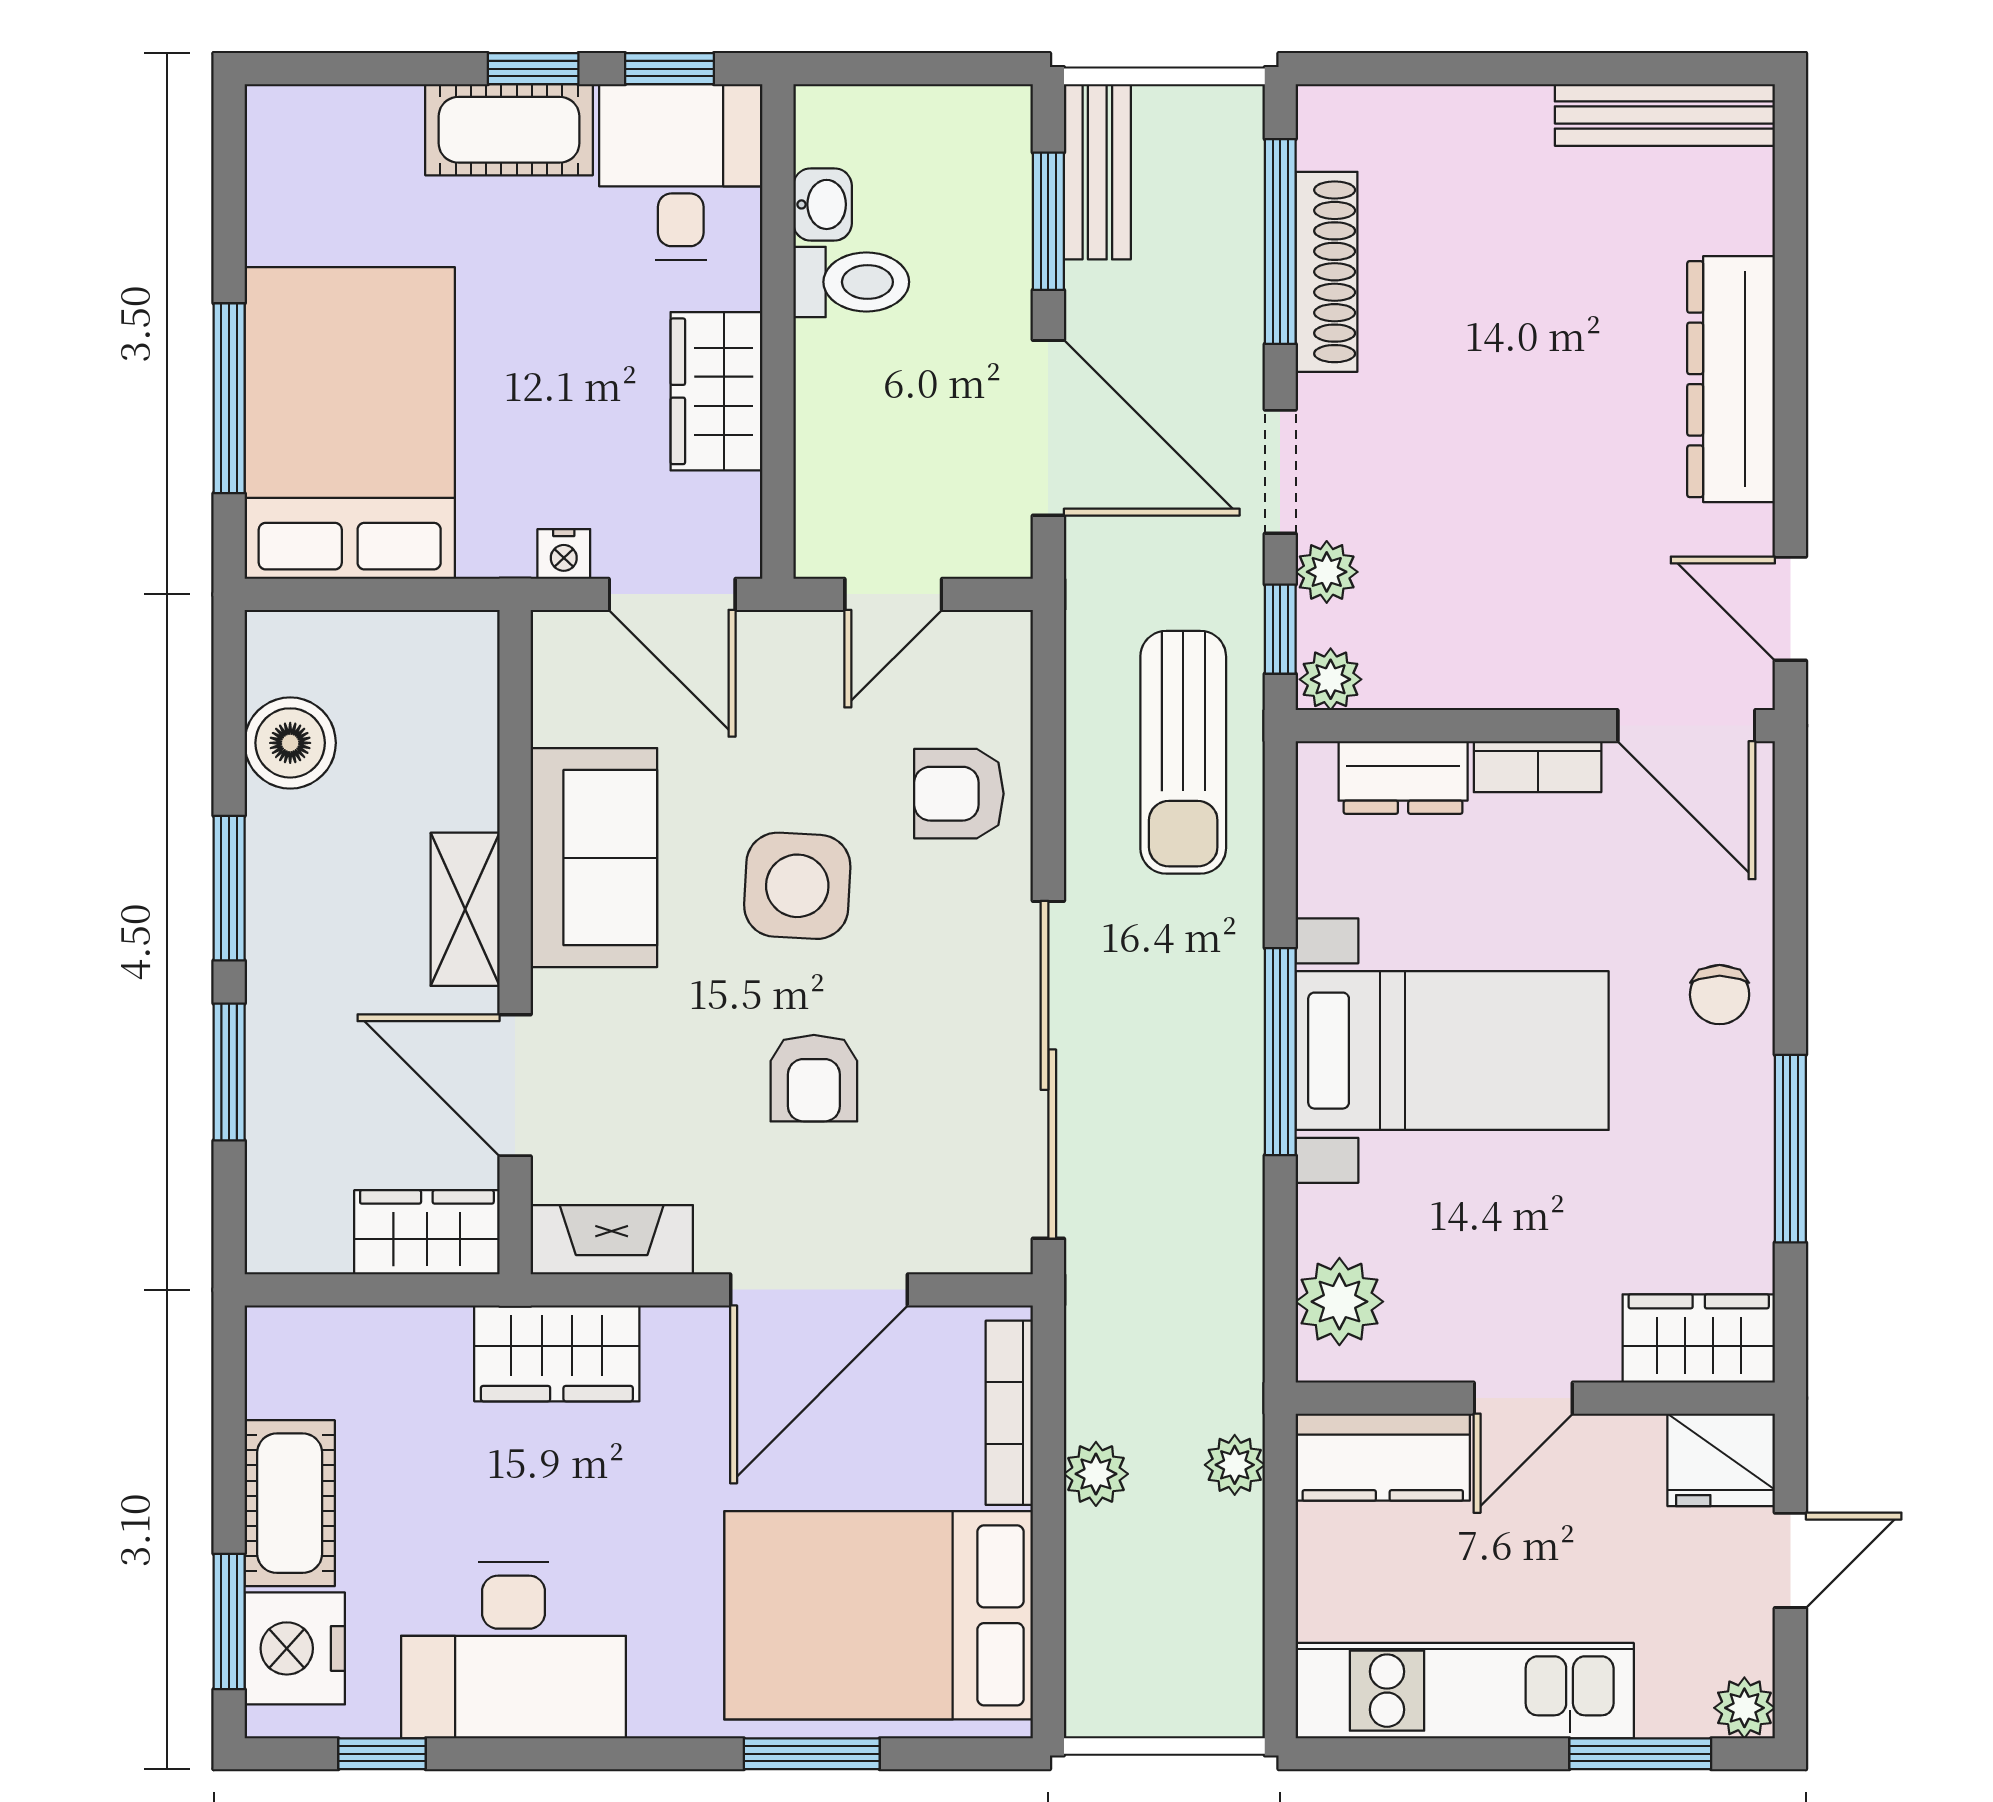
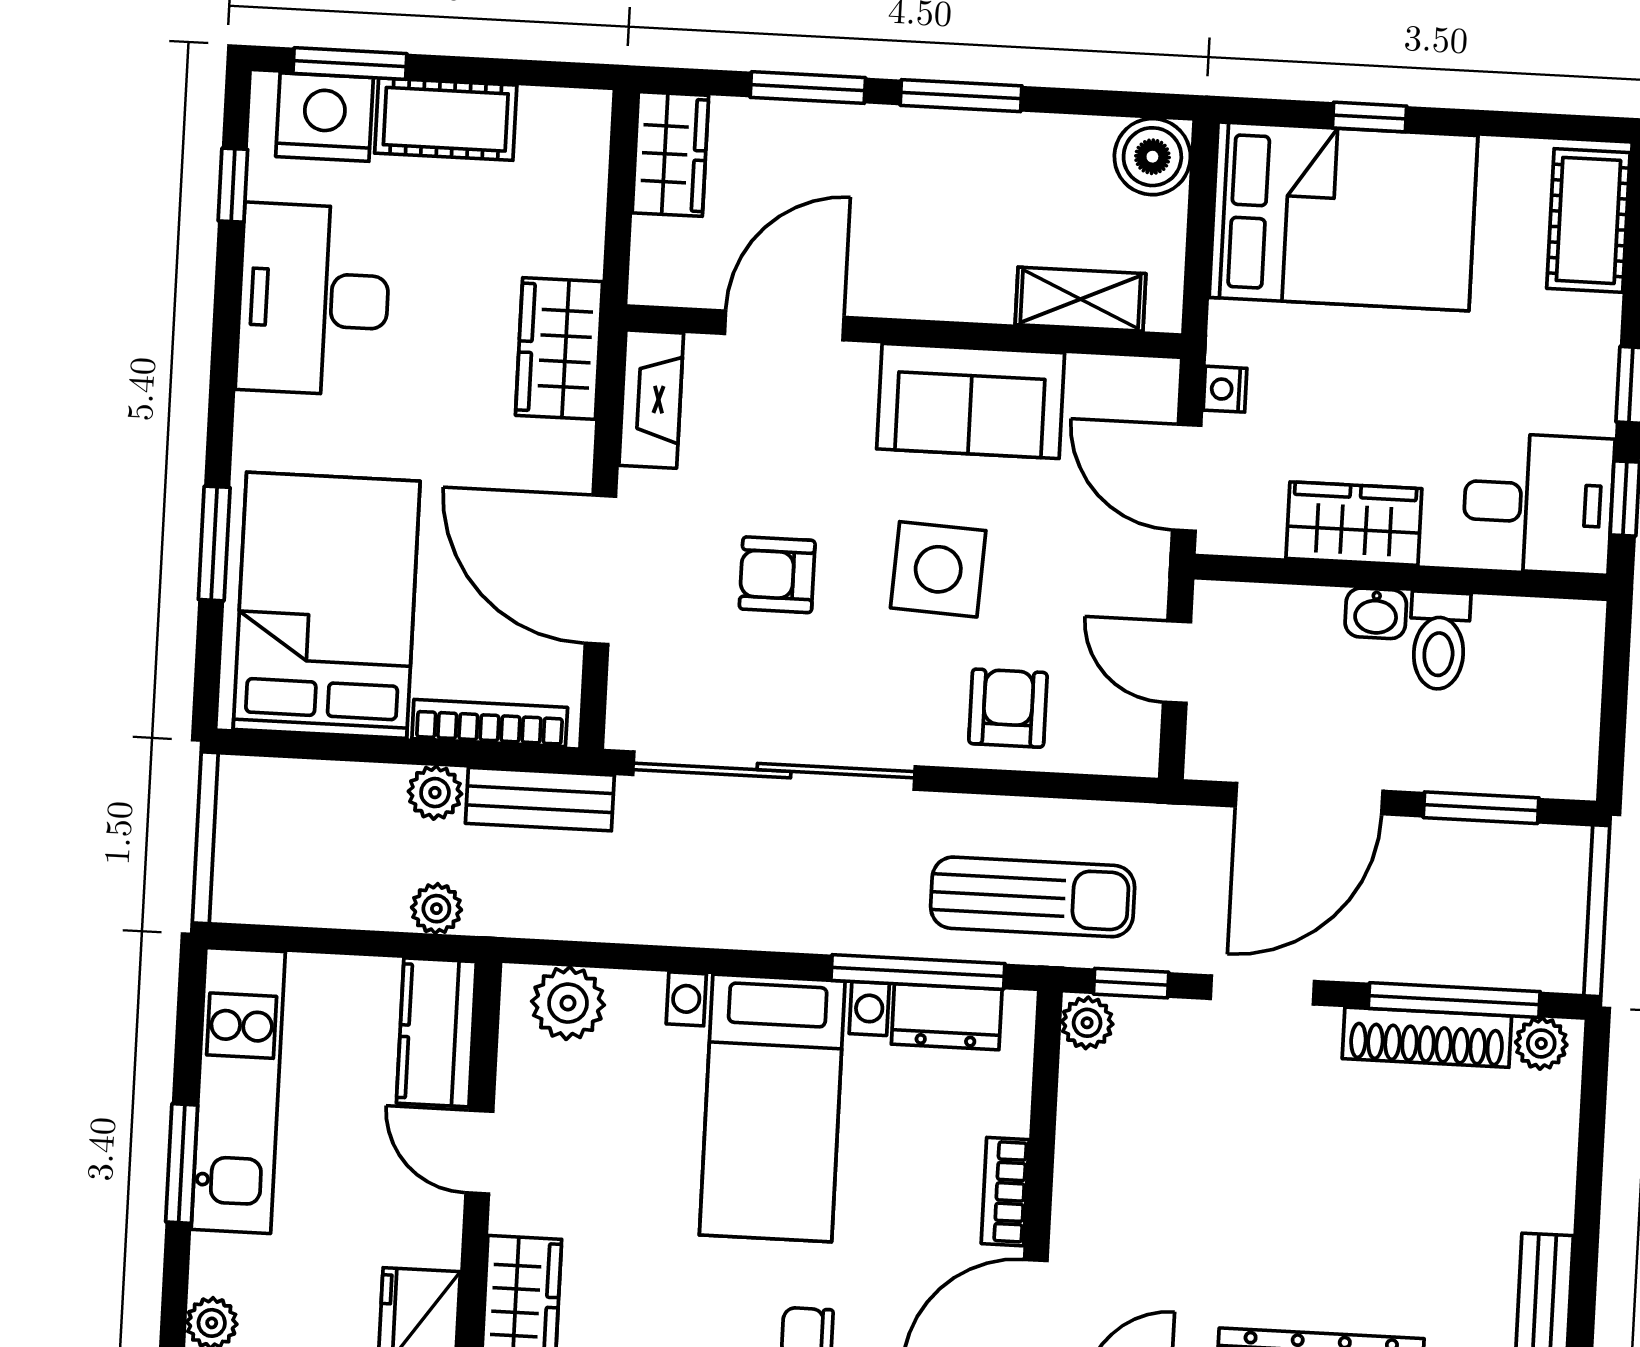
cot: (509, 130) -> (1588, 220), moved
bench: (1097, 172) -> (540, 799), moved
washbasin: (823, 204) -> (1376, 613), moved
window: (229, 398) -> (1369, 117), width x0.46
plant: (1327, 572) -> (1541, 1043), moved
door: (672, 594) -> (1187, 478), hinge flipped
boiler: (290, 743) -> (1152, 157), moved
sun lounger: (1183, 752) -> (1033, 897), turned 180
dresser: (1403, 777) -> (947, 1017), moved, turned -90
shelving: (465, 909) -> (1080, 299), moved
window: (1280, 1052) -> (918, 972), moved
wardrobe: (427, 1232) -> (670, 154), moved
window: (1640, 1754) -> (182, 1163), moved

